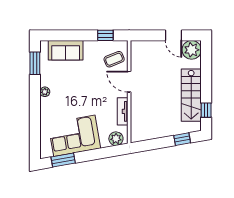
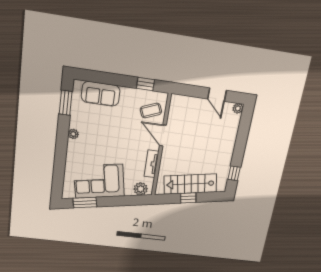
plant: (192, 50) -> (238, 108), width x0.53, depth x0.53
stairs: (191, 95) -> (190, 184), moved, turned 80
window: (182, 139) -> (188, 198), moved

